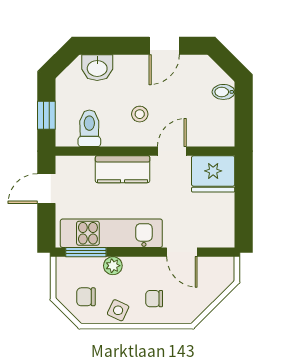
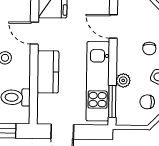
door: (182, 252) -> (113, 26), swing flipped
chair: (86, 297) -> (147, 102), turned 90

